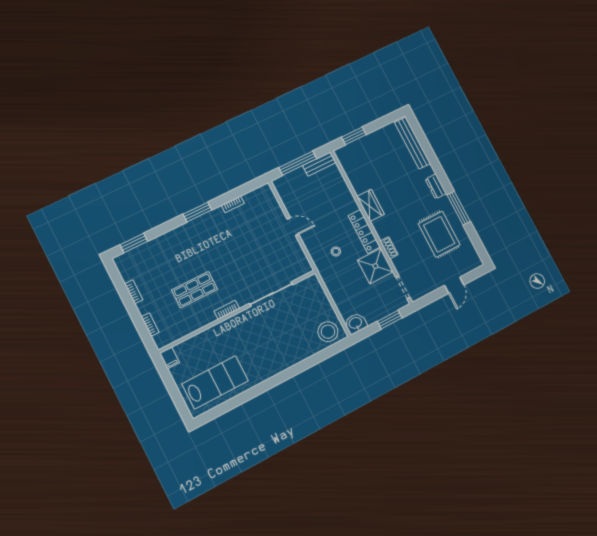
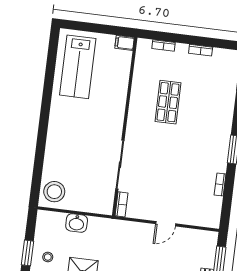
stool: (336, 251) -> (48, 257), moved
bookcase: (227, 310) -> (121, 204), moved
washbasin: (356, 323) -> (77, 223), moved, turned 90

